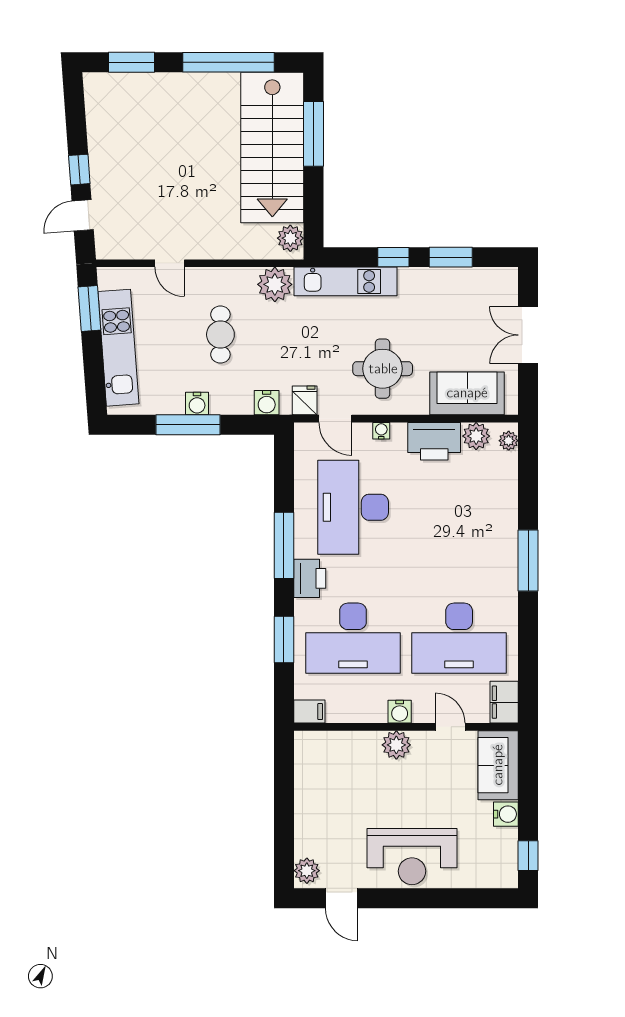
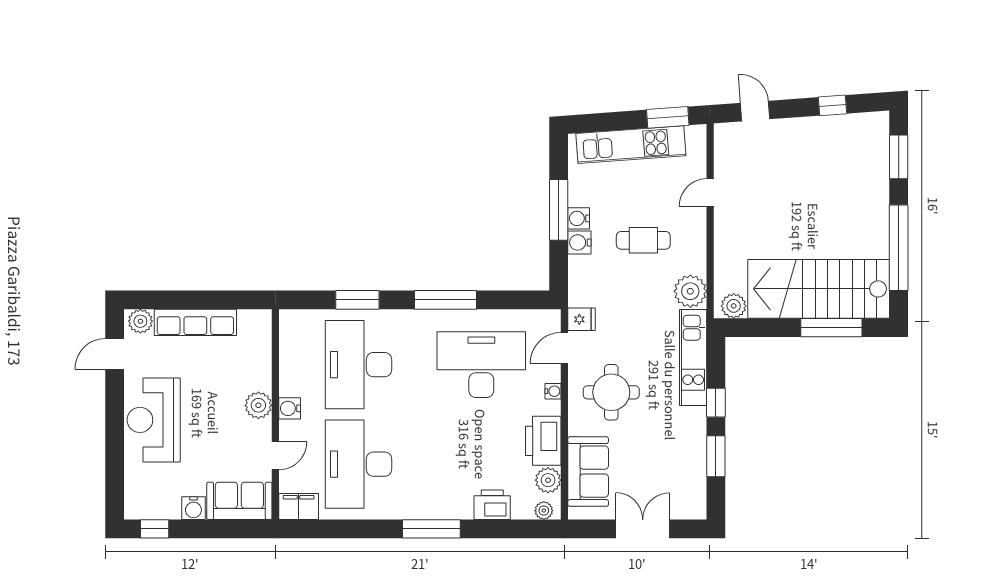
window: (79, 170) -> (833, 105), moved
water cooler: (267, 403) -> (579, 242), moved
printer: (310, 578) -> (492, 505), moved, turned 180
filing cabinet: (309, 712) -> (290, 324), removed
row of seats: (308, 812) -> (195, 322), added

